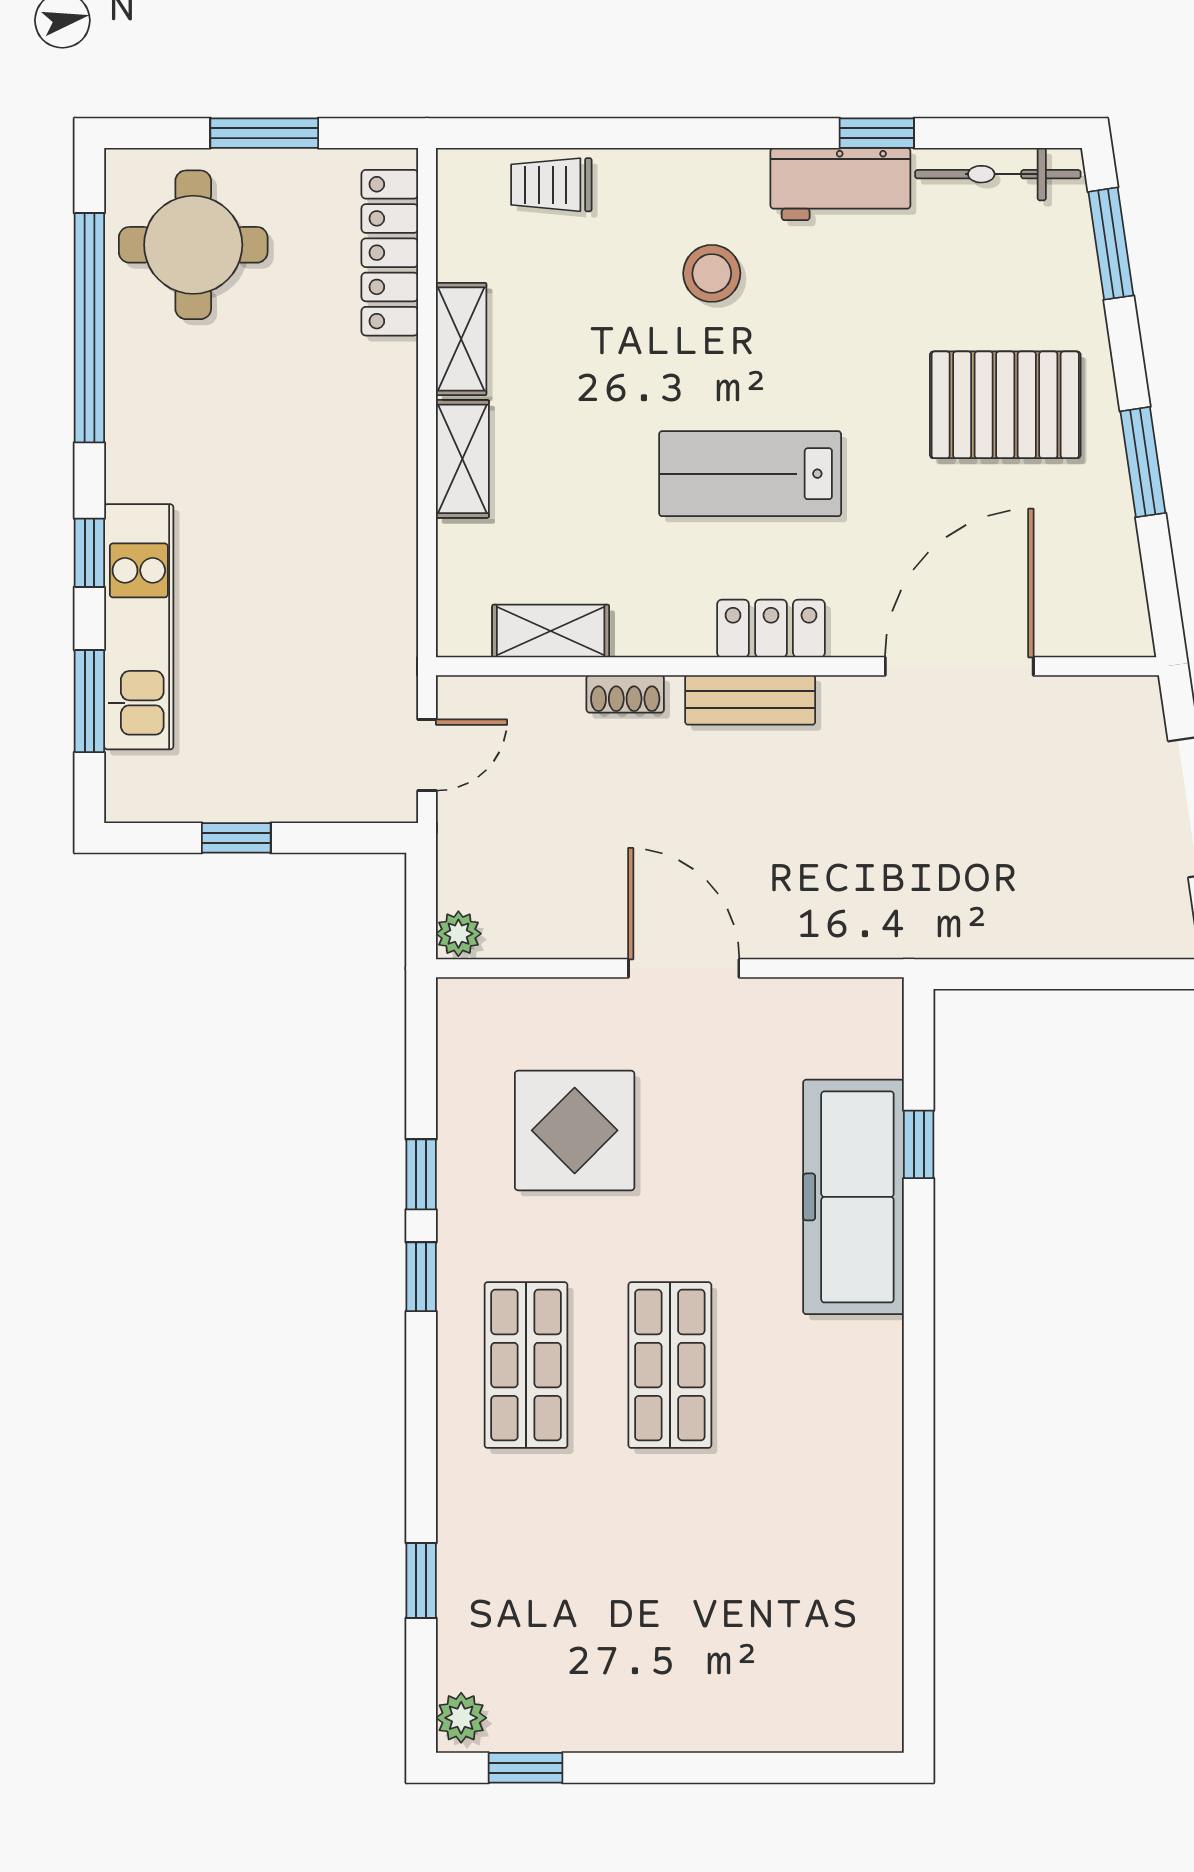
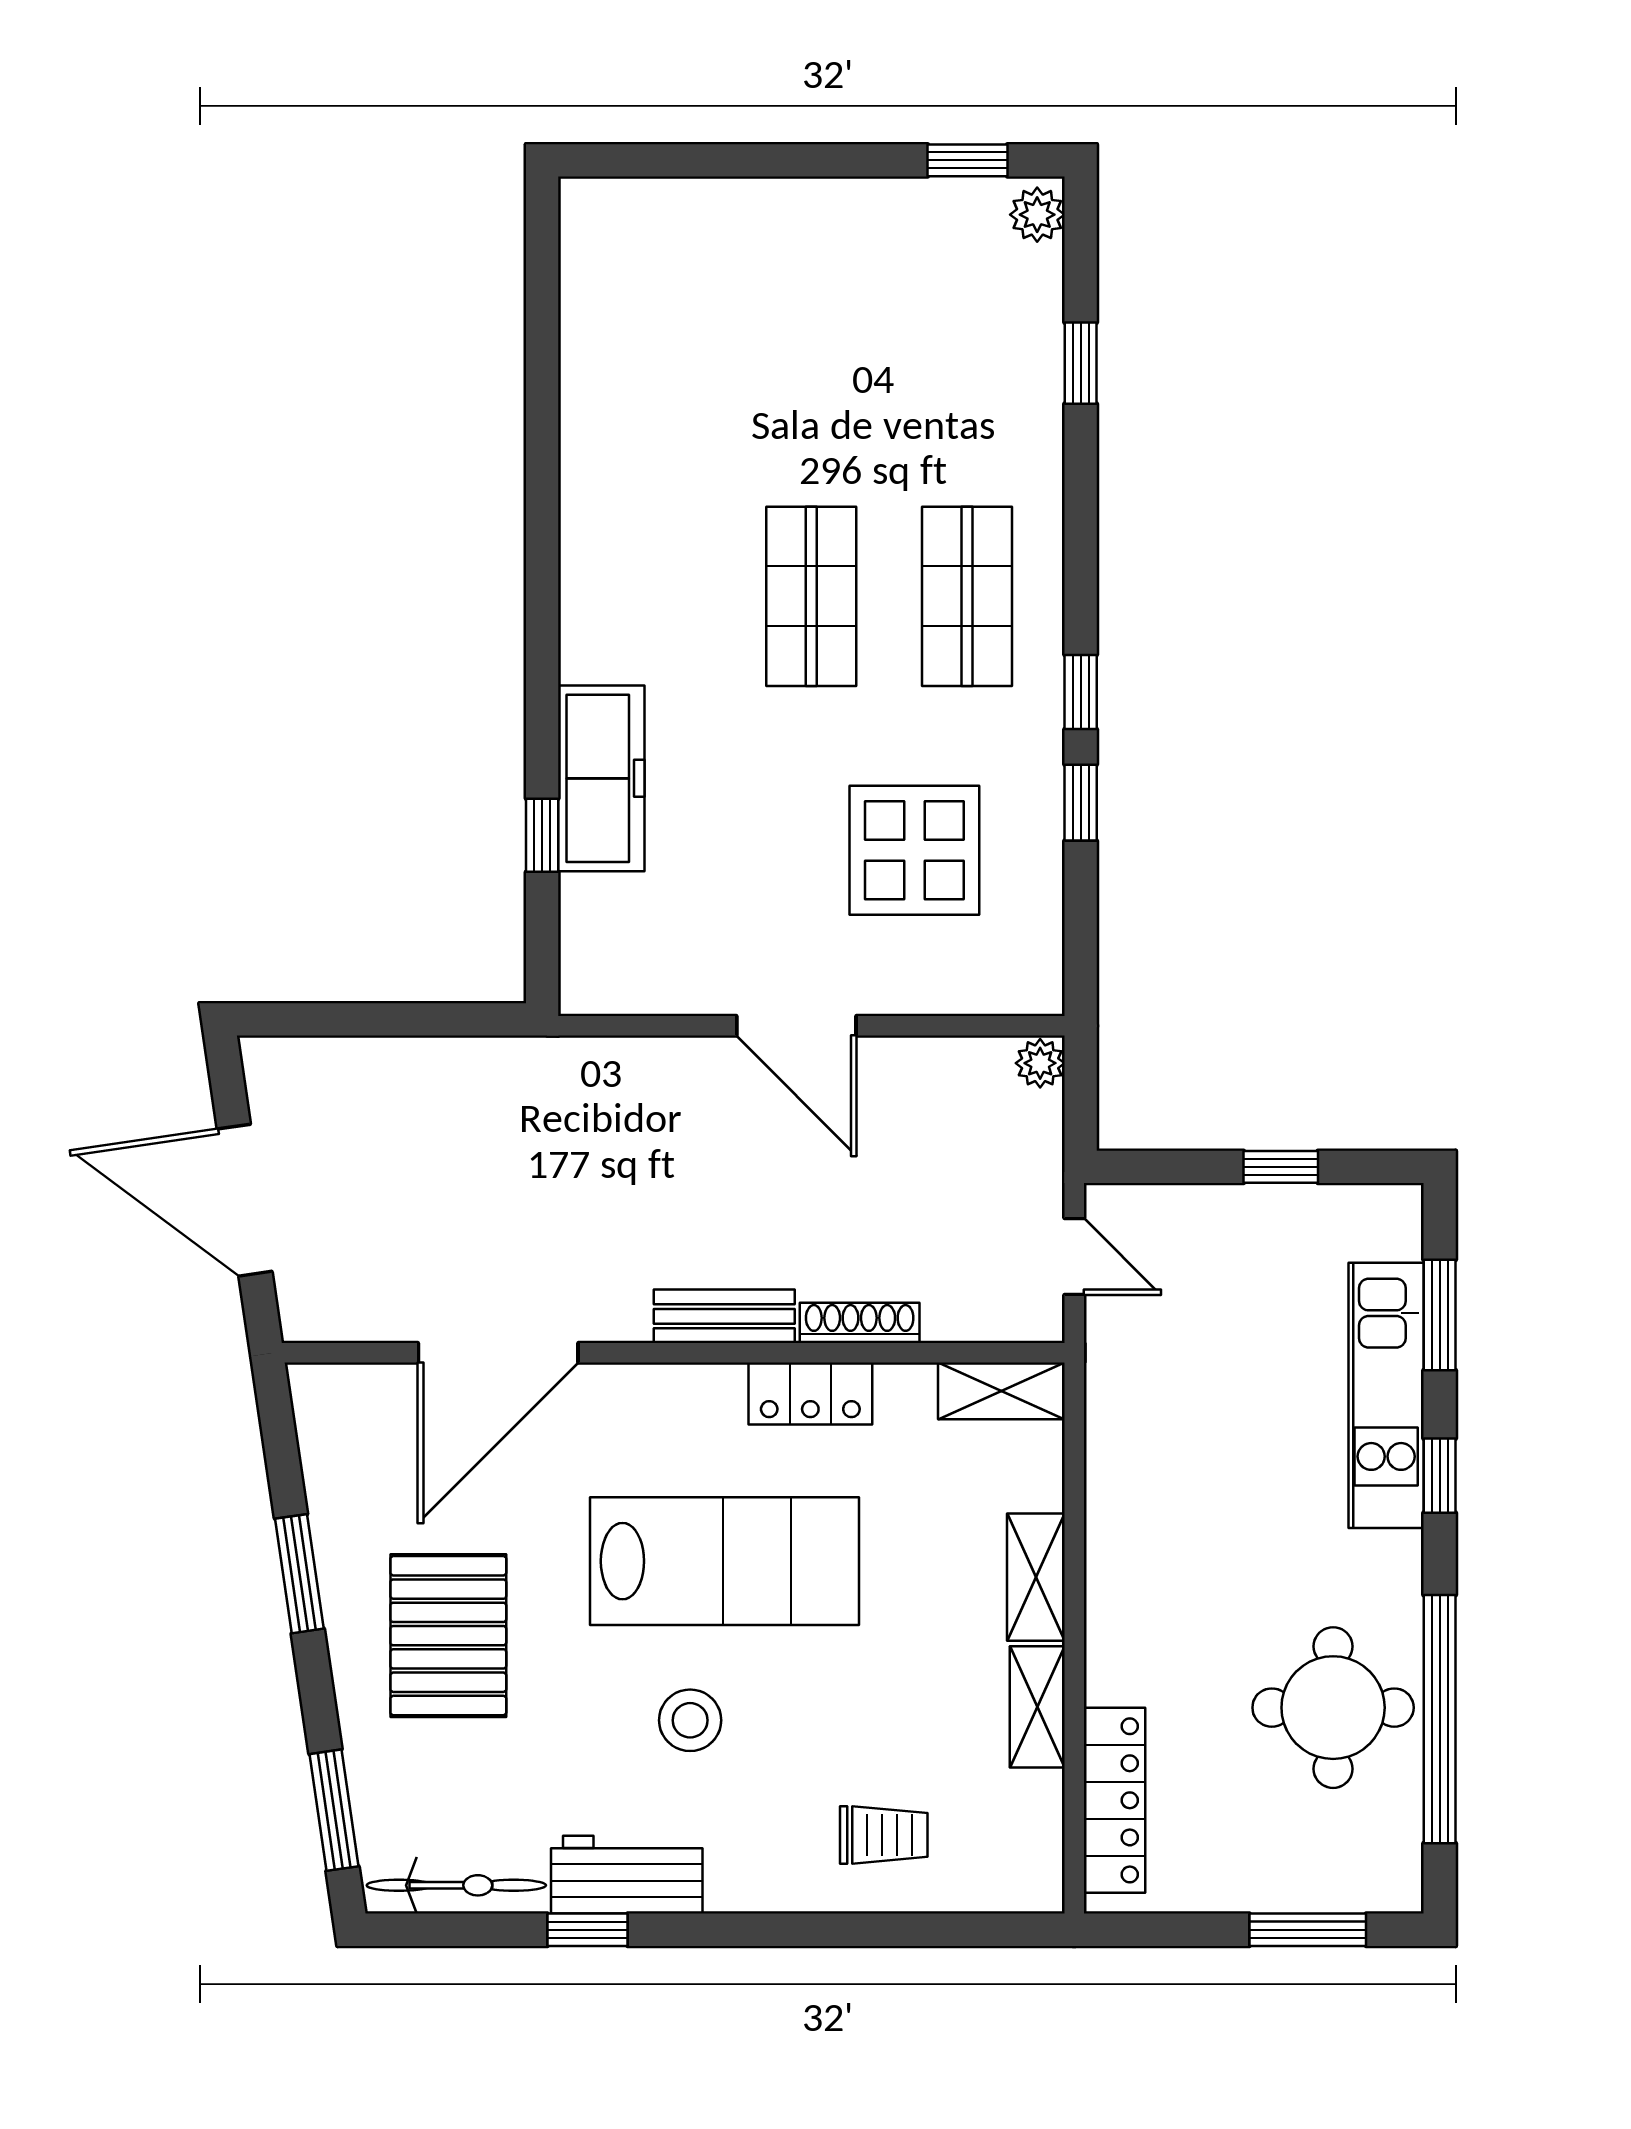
window: (264, 133) -> (1308, 1930), moved
trolley: (551, 185) -> (884, 1835), moved
round table: (193, 245) -> (1333, 1708), moved
stool: (712, 273) -> (690, 1720), moved
pallet: (1005, 405) -> (448, 1636), turned 90
lab bench: (750, 474) -> (724, 1561), width x1.36, depth x1.39
locker: (771, 628) -> (810, 1394), moved
shelving: (551, 631) -> (1001, 1391), moved
shoe rack: (625, 694) -> (860, 1323), width x1.43
door: (427, 755) -> (1074, 1257), swing flipped
freezer: (853, 1197) -> (601, 778), width x0.73, depth x0.79

